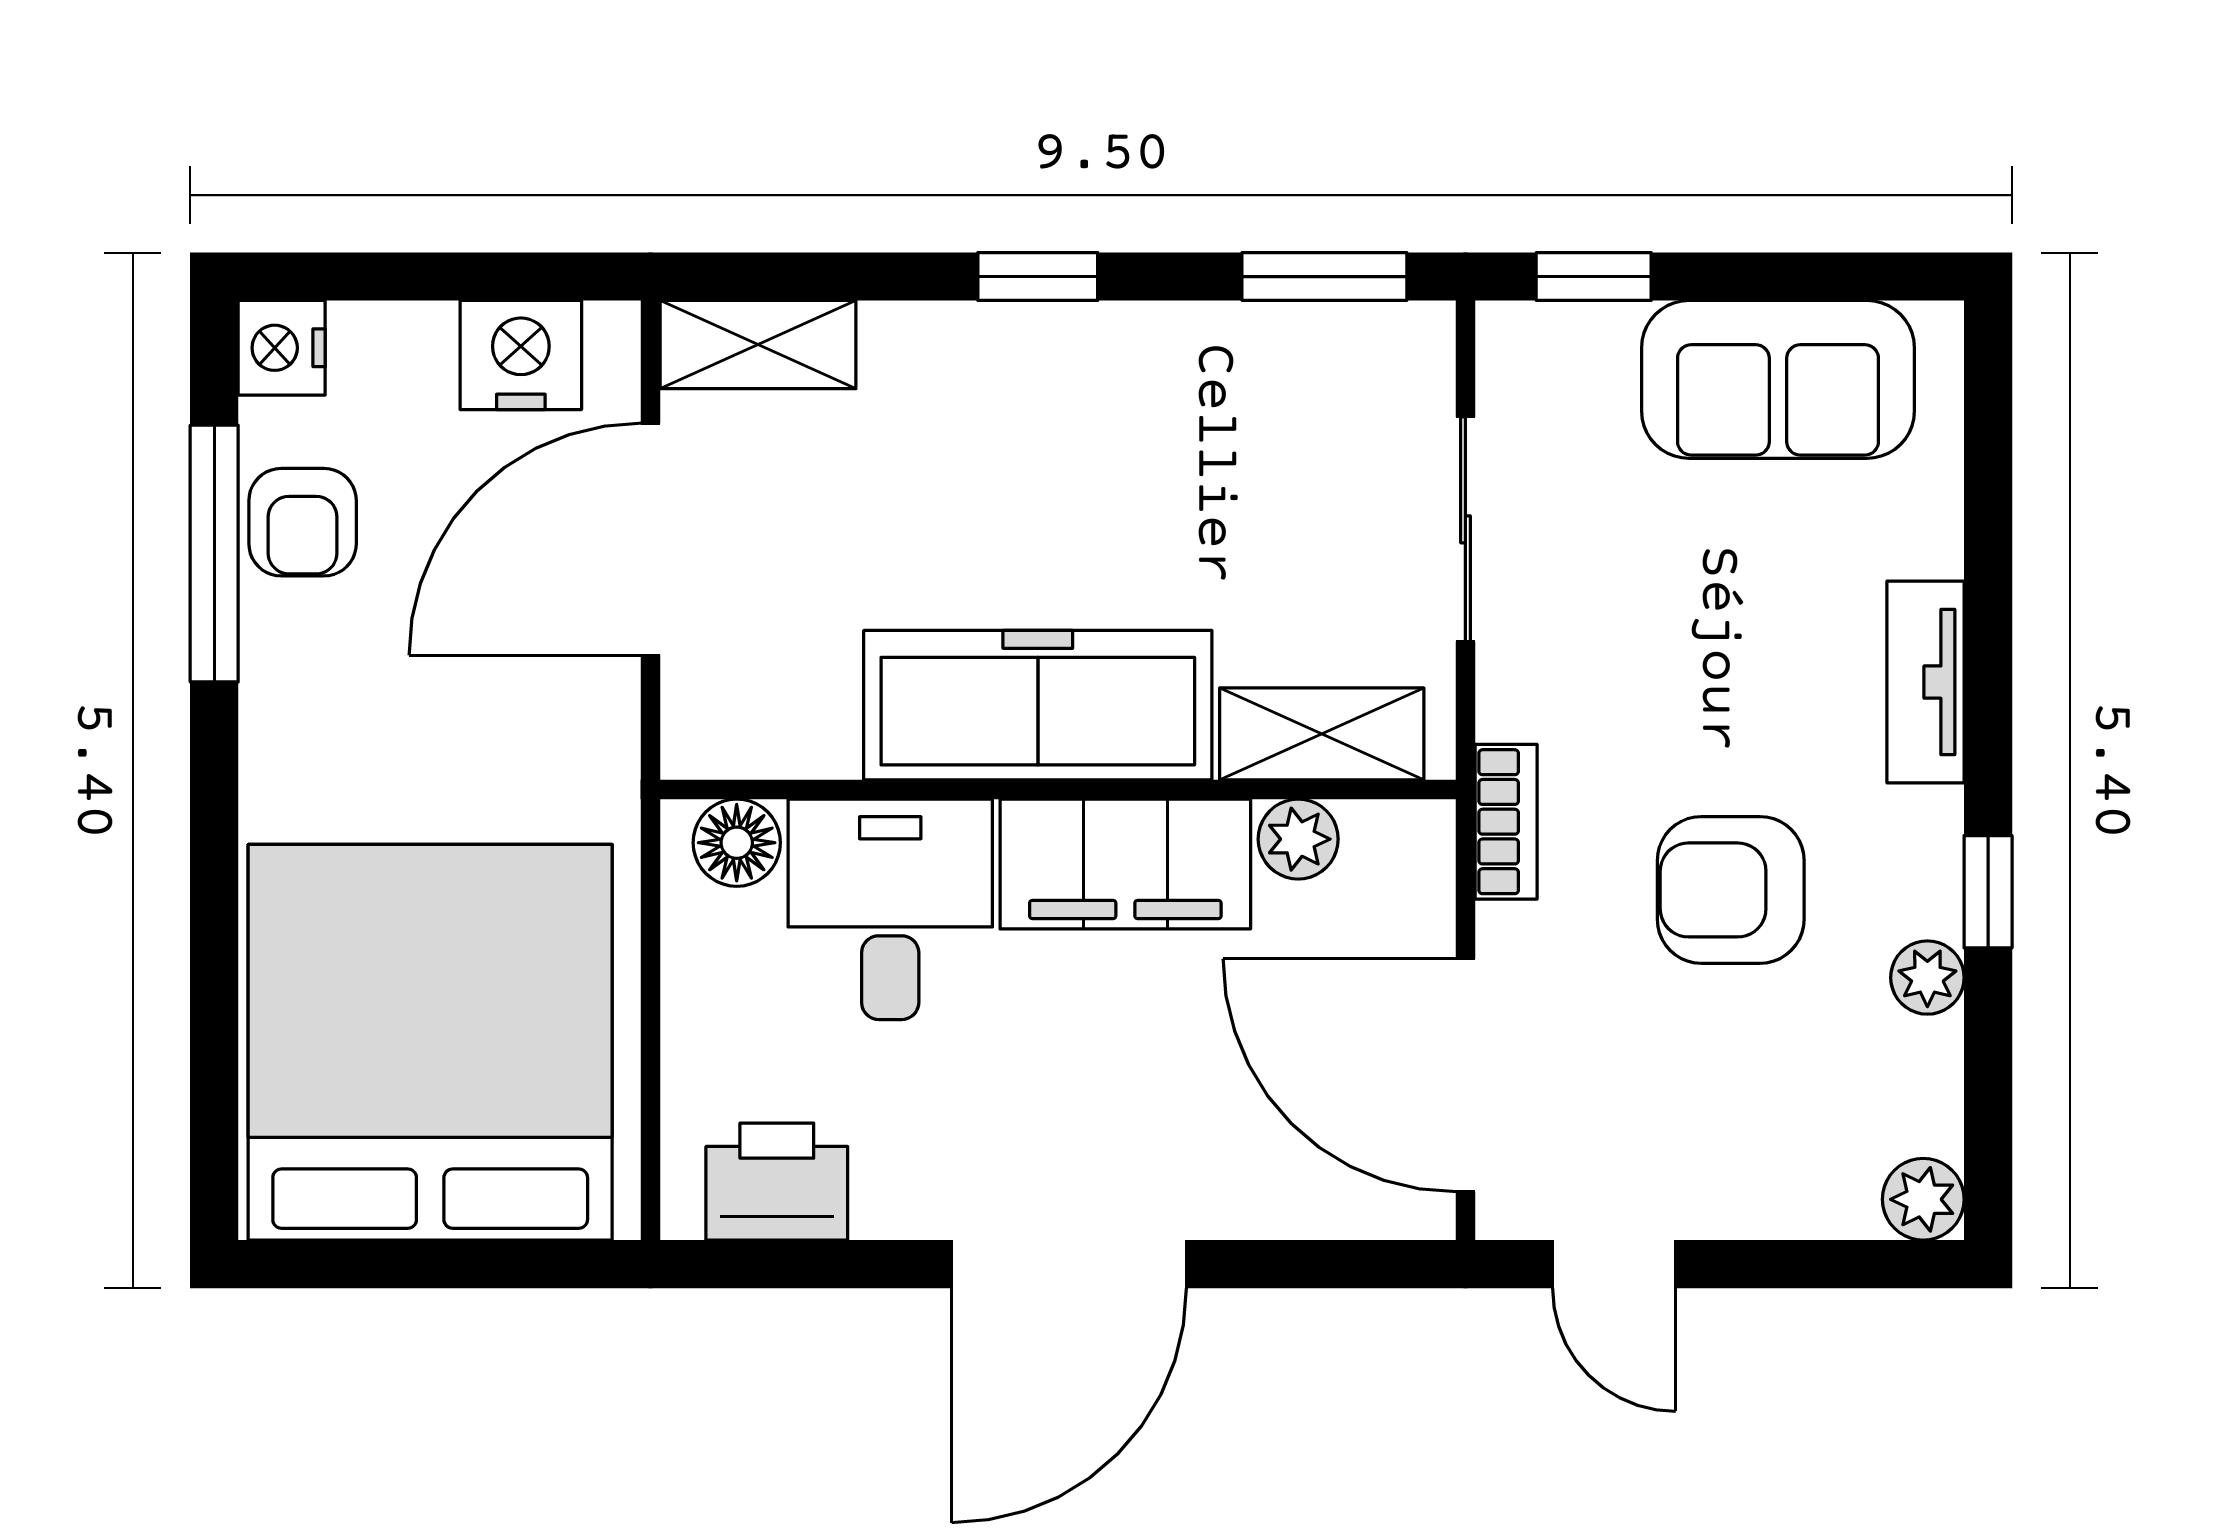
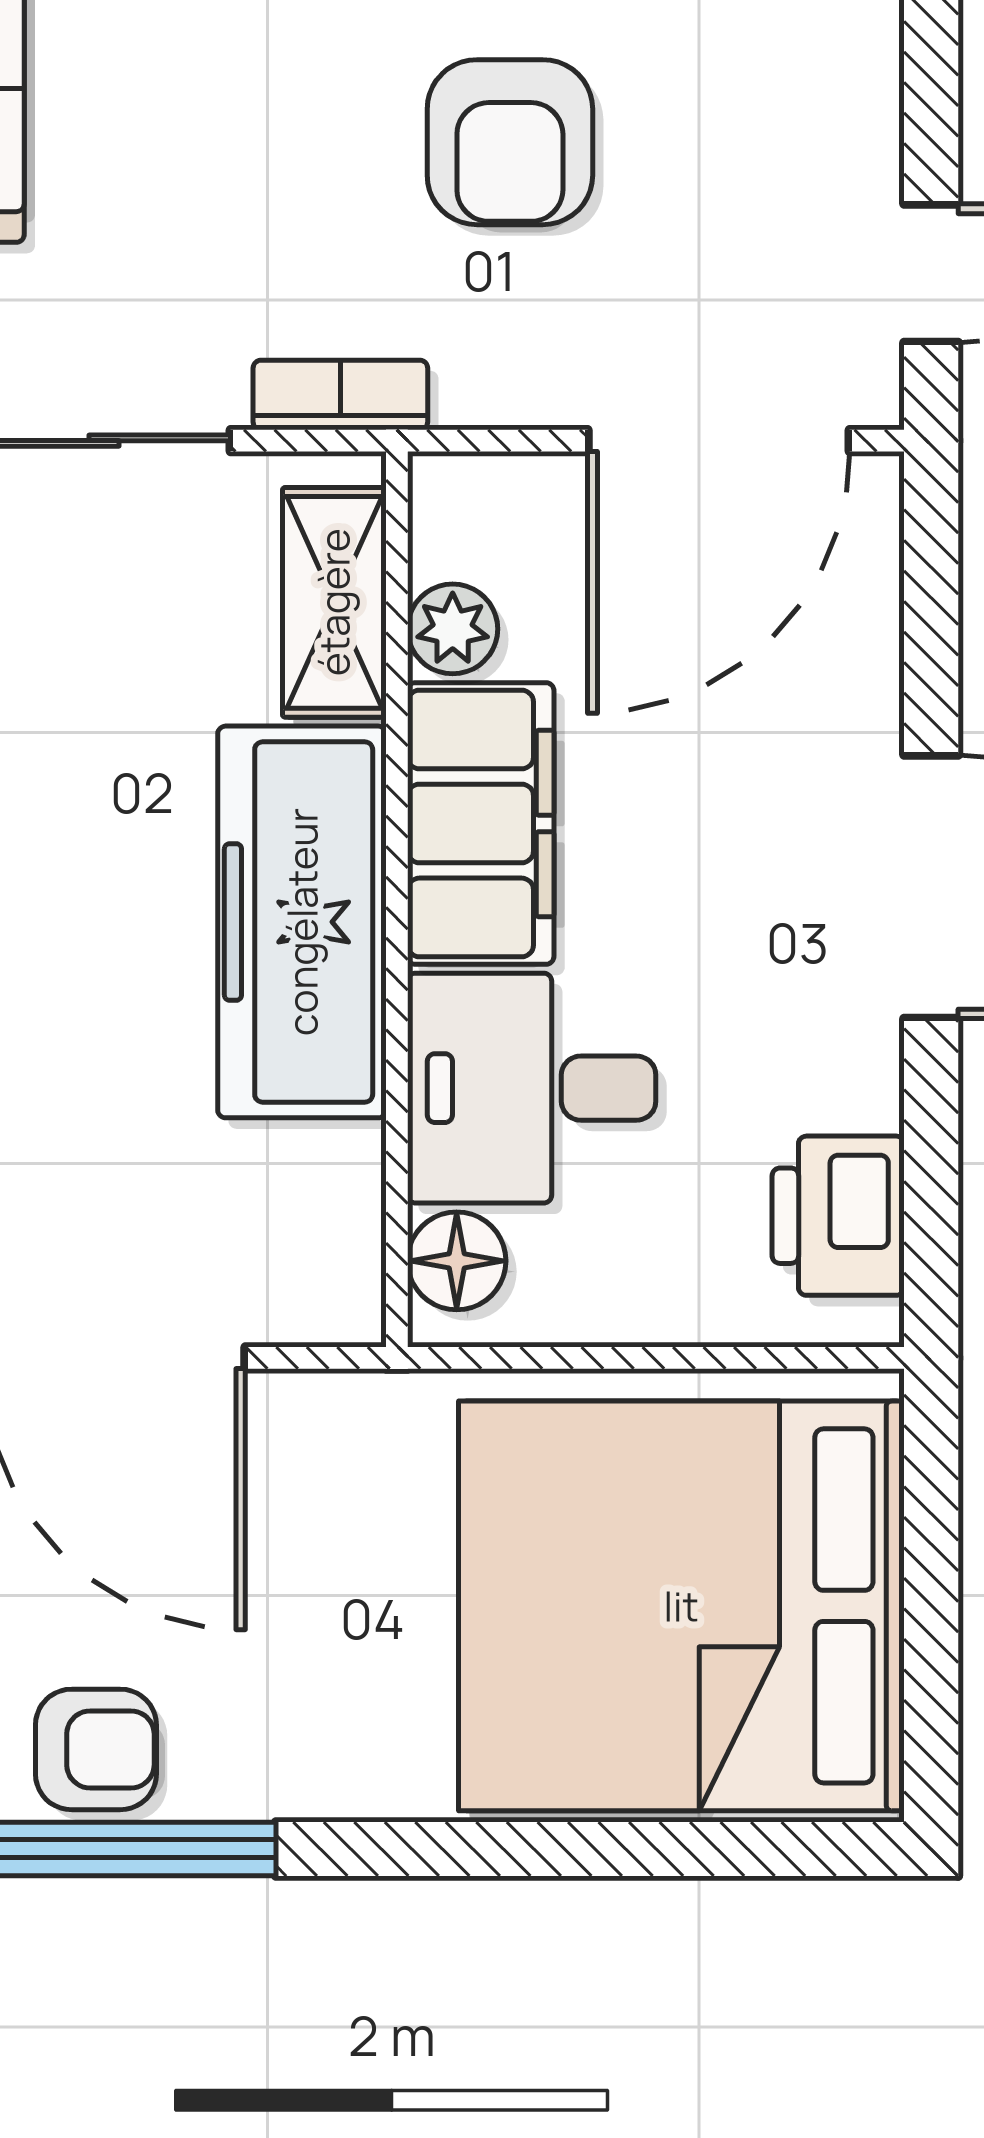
bookcase: (1506, 822) -> (340, 395), moved

